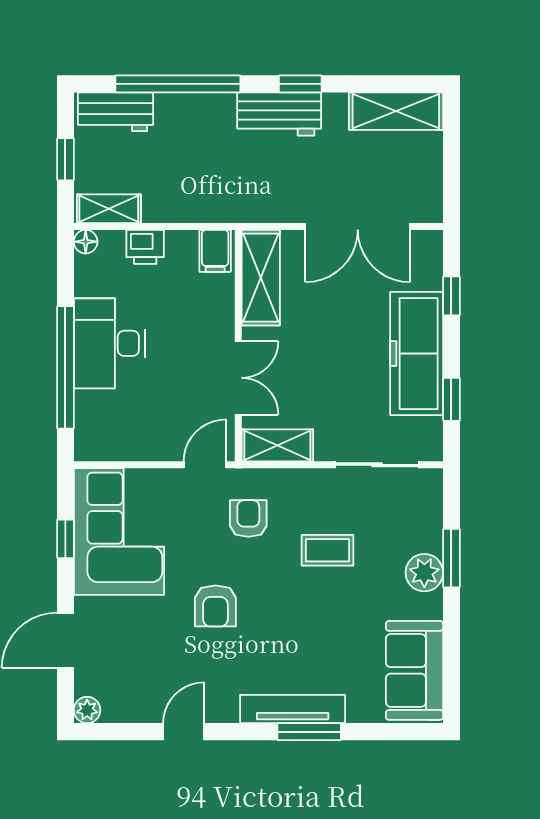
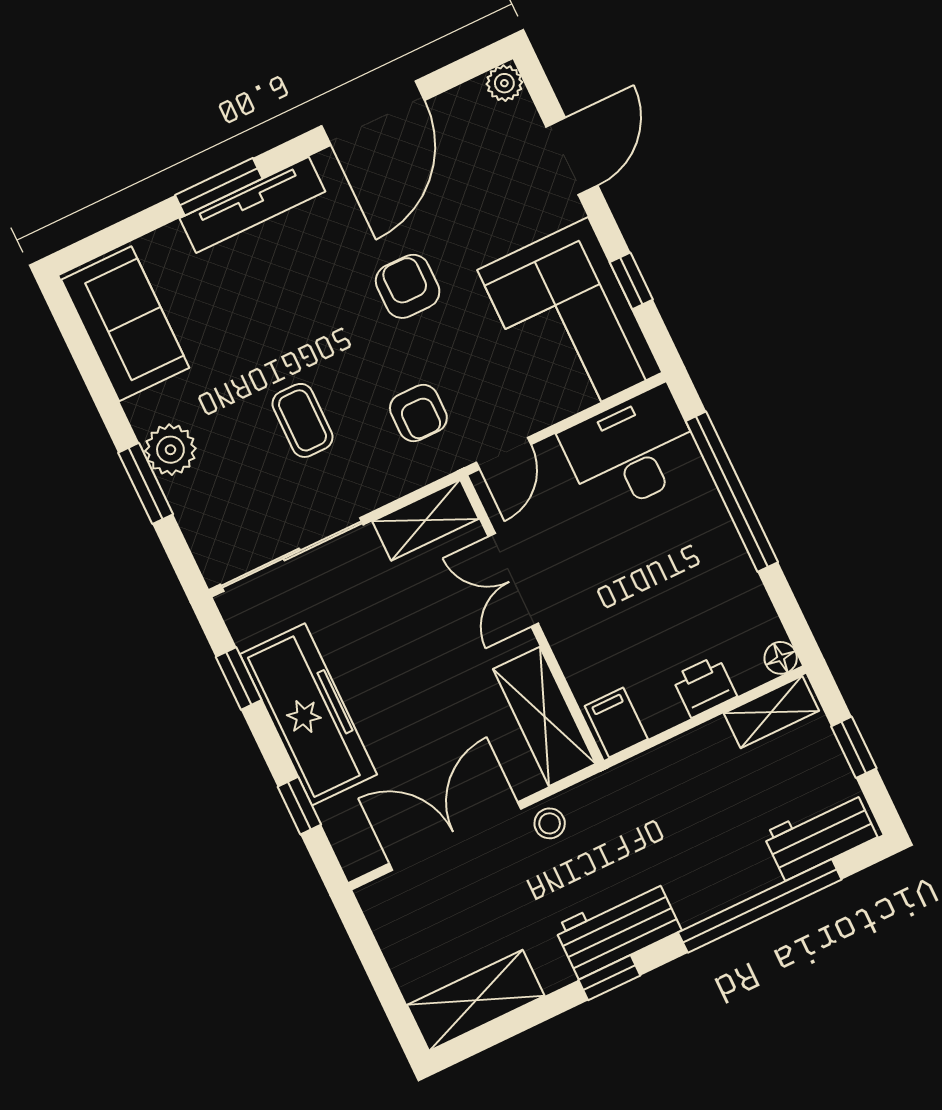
stool: (291, 205) -> (550, 823), added
desk: (109, 343) -> (632, 451), moved, turned -90
sliding door: (377, 465) -> (292, 554), width x1.37
coffee table: (327, 550) -> (302, 420), turned 90
door: (184, 732) -> (373, 113), width x1.87

